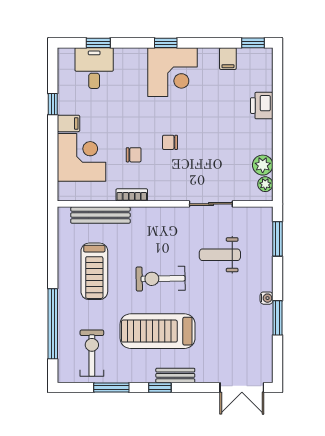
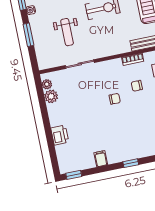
filing cabinet: (228, 59) -> (101, 159), moved
corner desk: (173, 72) -> (122, 145), removed
window: (277, 239) -> (28, 35), moved
weight bench: (220, 255) -> (67, 32), turned 90

